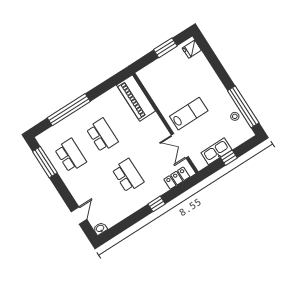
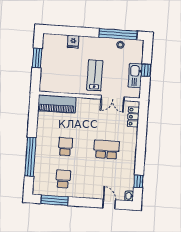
fridge: (192, 49) -> (73, 42), moved
school desk: (102, 135) -> (65, 147), width x0.54
school desk: (71, 155) -> (63, 179), width x0.54
window: (157, 204) -> (138, 181), moved

